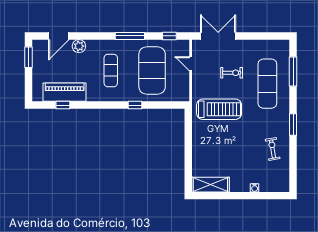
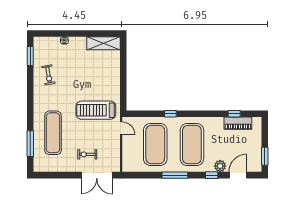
window: (169, 36) -> (212, 175), moved
door: (191, 64) -> (121, 128), moved
exercise mat: (111, 71) -> (192, 144), width x2.00, depth x1.45
exercise bike: (232, 73) -> (87, 154), moved
piano: (65, 92) -> (238, 123), width x0.73, depth x0.75
window: (293, 124) -> (30, 56), moved

